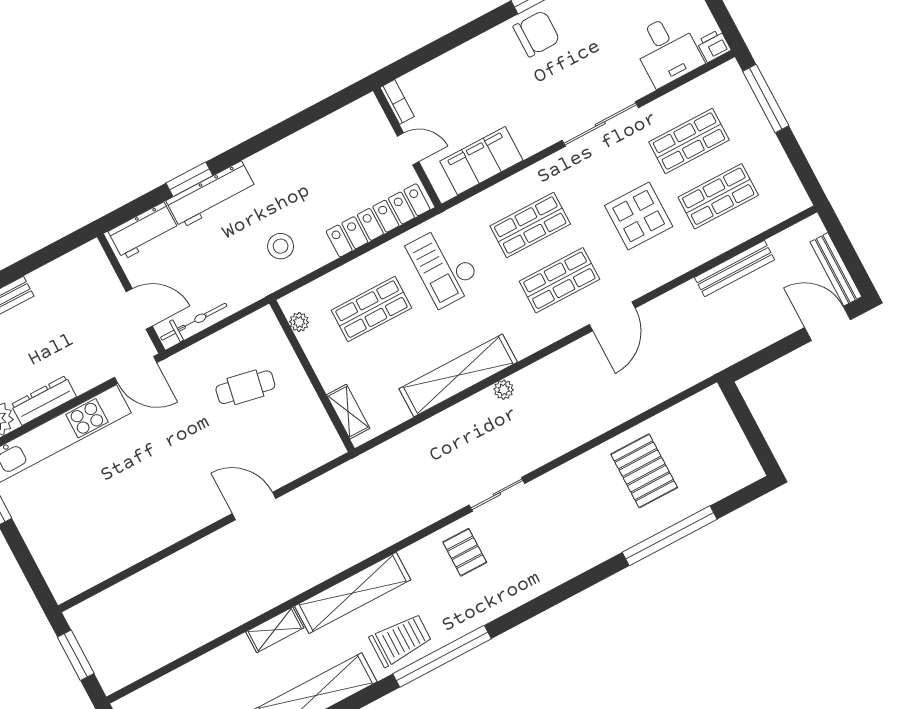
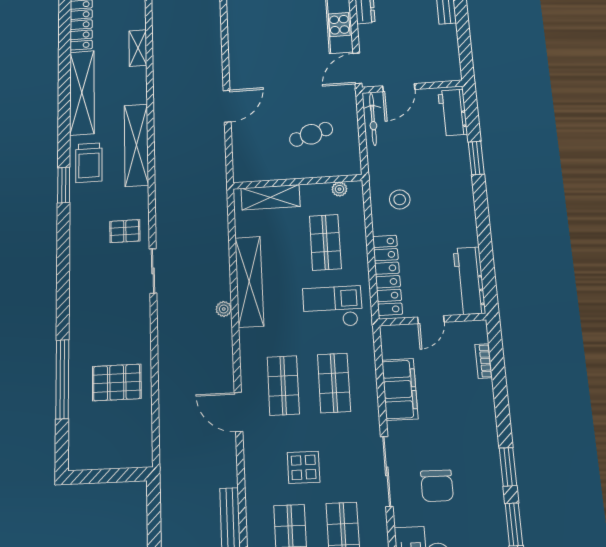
chair: (536, 34) -> (437, 486), moved
bookcase: (397, 102) -> (484, 361), moved, turned 90
filing cabinet: (481, 161) -> (400, 389), moved
workbench: (211, 195) -> (469, 281), moved
display table: (639, 216) -> (304, 467), width x0.73, depth x0.73
cafe table: (245, 387) -> (311, 134), turned 62
shelving: (348, 412) -> (270, 197), width x1.50, depth x1.33
shelving: (275, 630) -> (138, 48), moved
window: (442, 656) -> (64, 185), width x0.47

